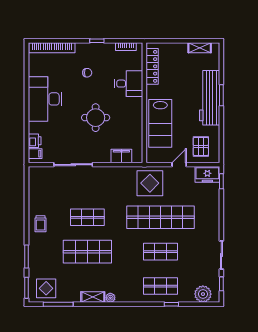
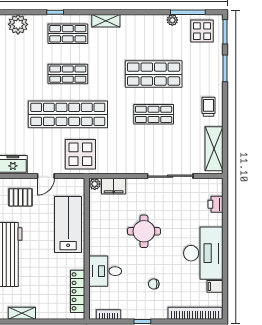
pallet: (201, 146) -> (21, 197), turned 90
filing cabinet: (35, 154) -> (215, 286), moved
plant: (138, 158) -> (95, 184), added
shelving: (36, 188) -> (214, 149), added
shelving: (93, 297) -> (106, 21), moved
plant: (110, 298) -> (172, 20), moved

